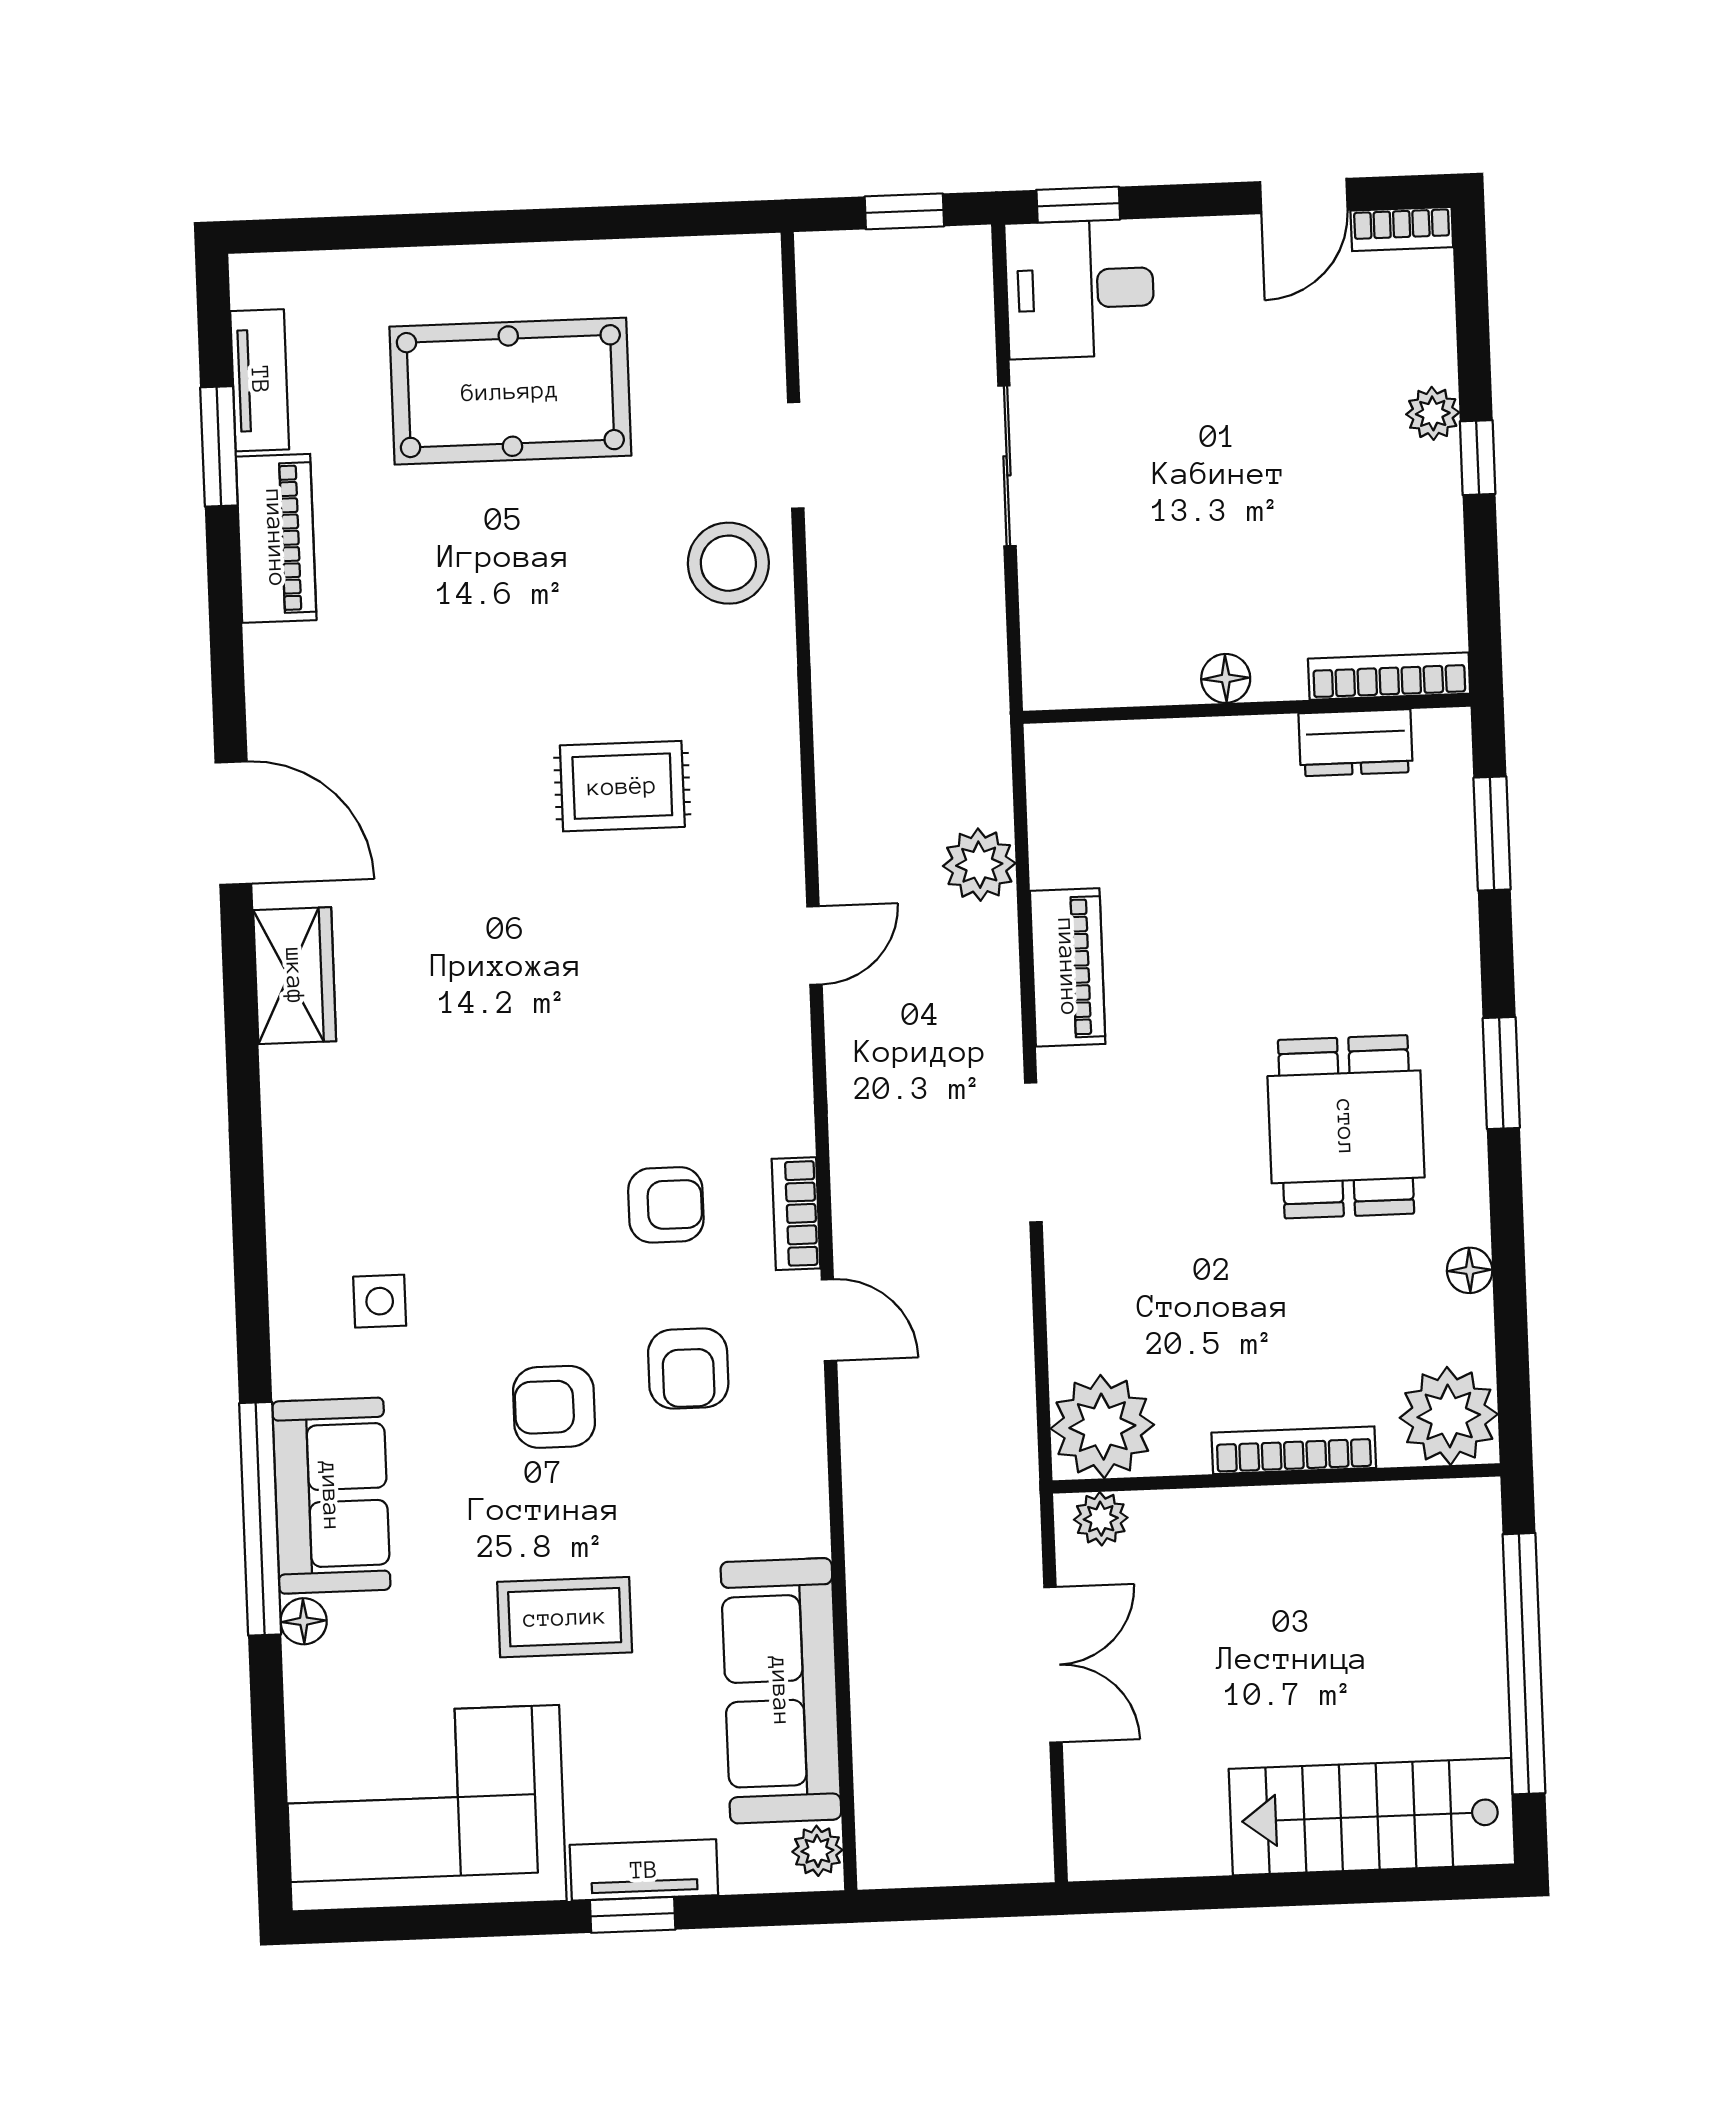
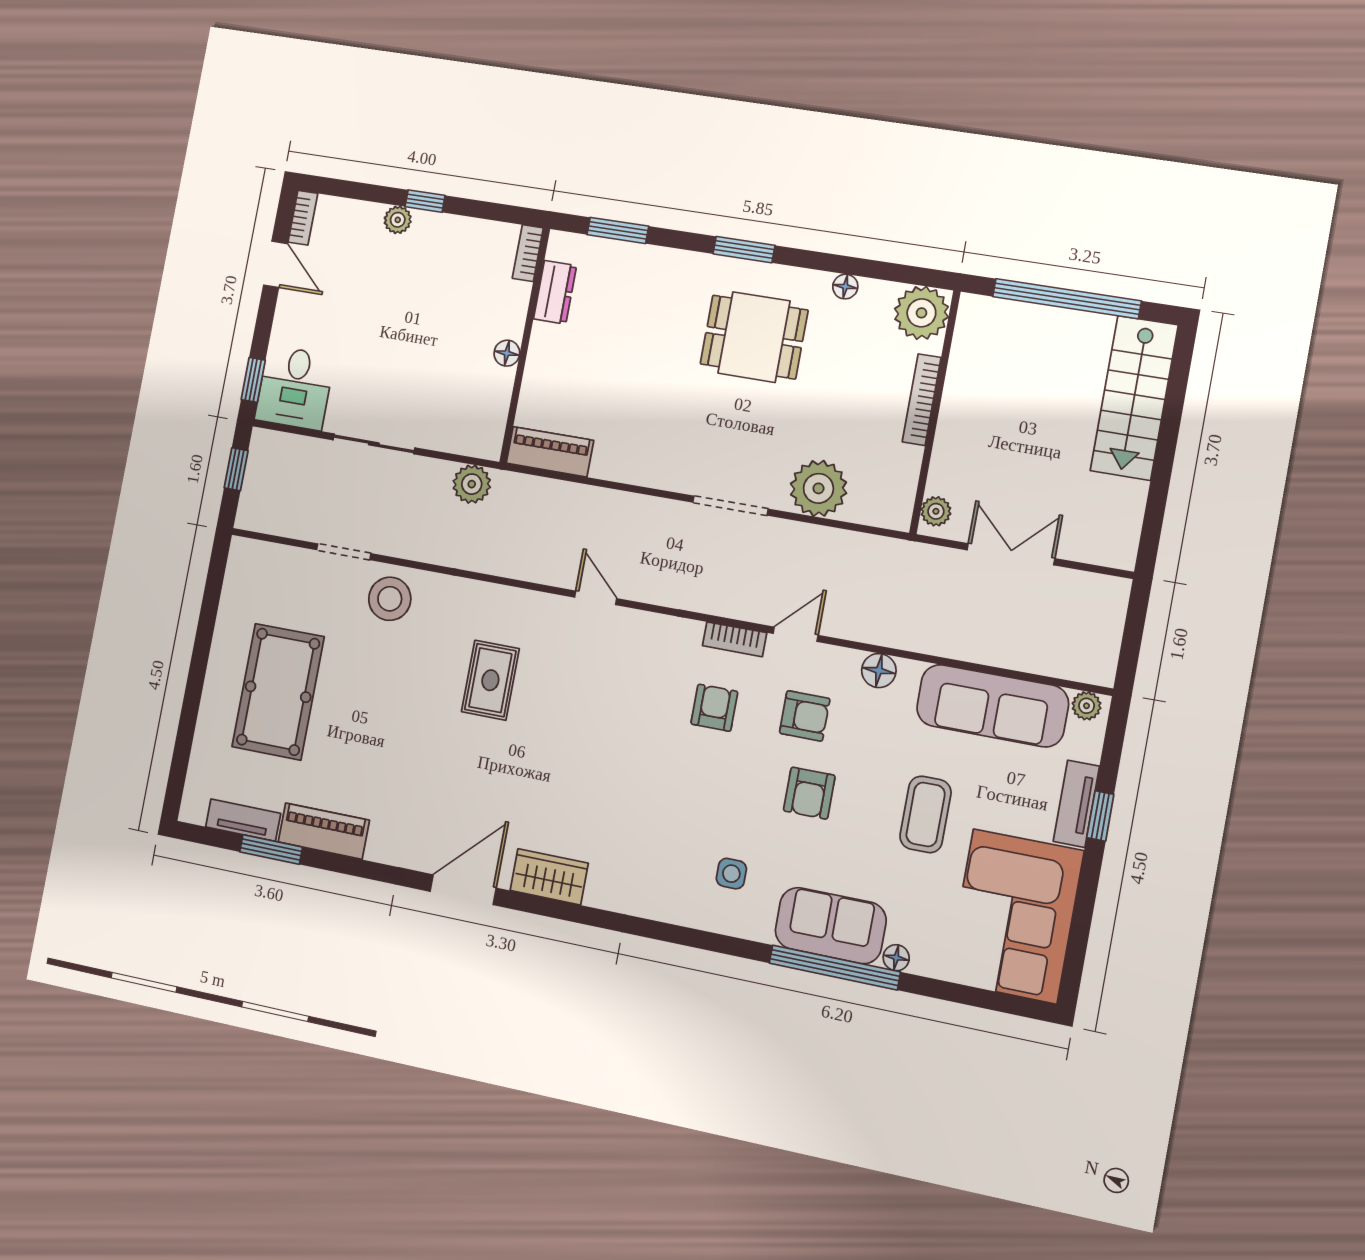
bookcase: (1389, 676) -> (528, 253), width x0.64
plant: (979, 865) -> (472, 484), moved
piano: (1068, 967) -> (550, 452), moved
plant: (1102, 1427) -> (818, 488), moved
floor lamp: (798, 1481) -> (879, 671), added

